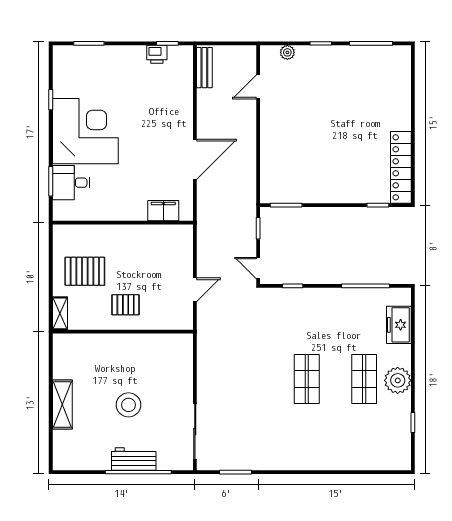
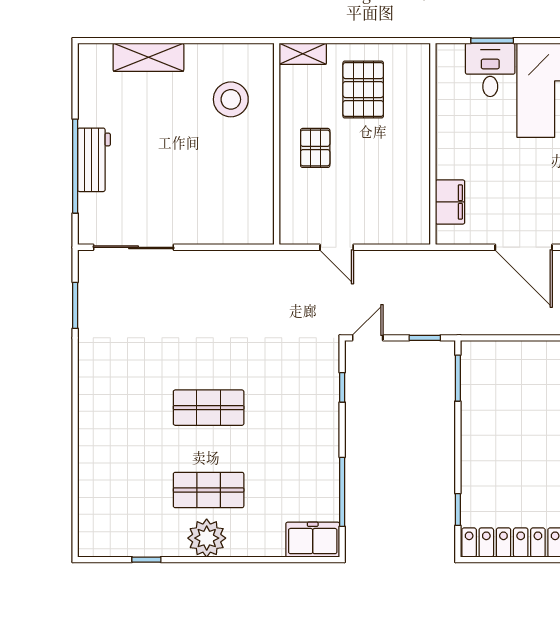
freezer: (399, 325) -> (313, 540), moved
shelving: (62, 404) -> (148, 57), moved
stool: (129, 405) -> (231, 99), moved

